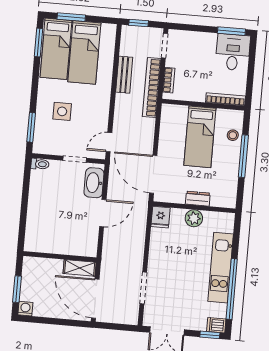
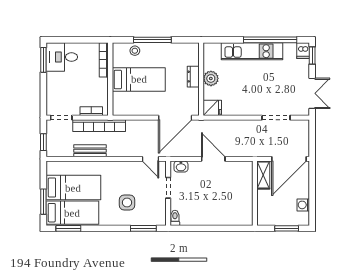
washbasin: (94, 183) -> (181, 167), width x0.52, depth x0.69
washing machine: (25, 309) -> (303, 205), moved

